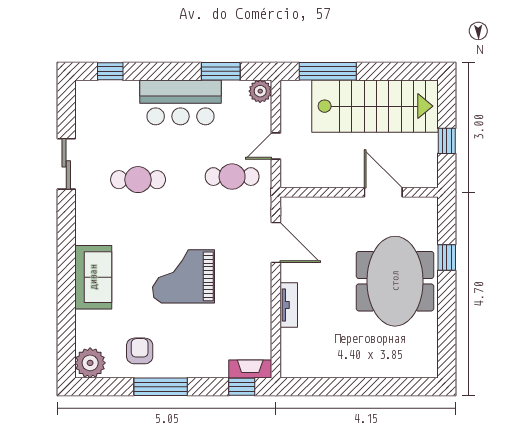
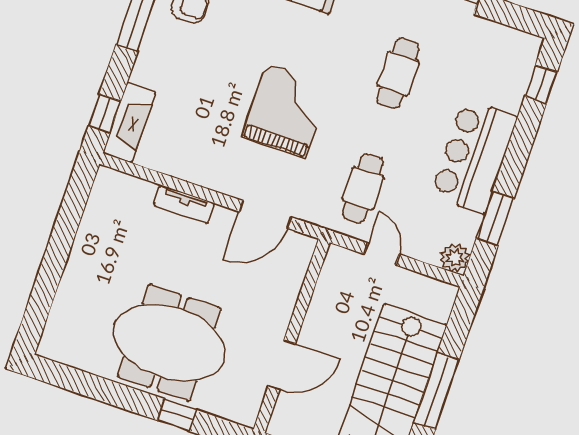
window: (328, 71) -> (436, 391), moved
grand piano: (184, 276) -> (286, 111), moved
fireplace: (250, 369) -> (129, 123), width x1.37, depth x1.32

